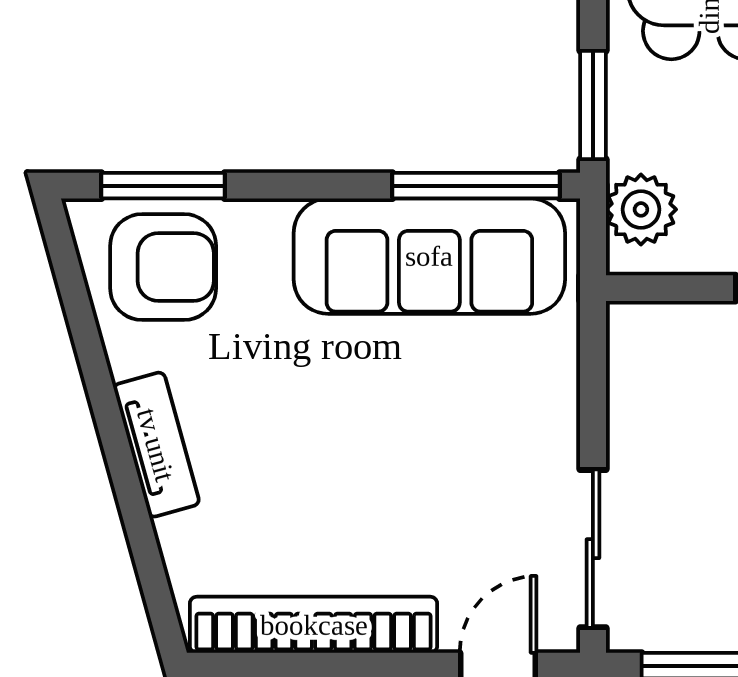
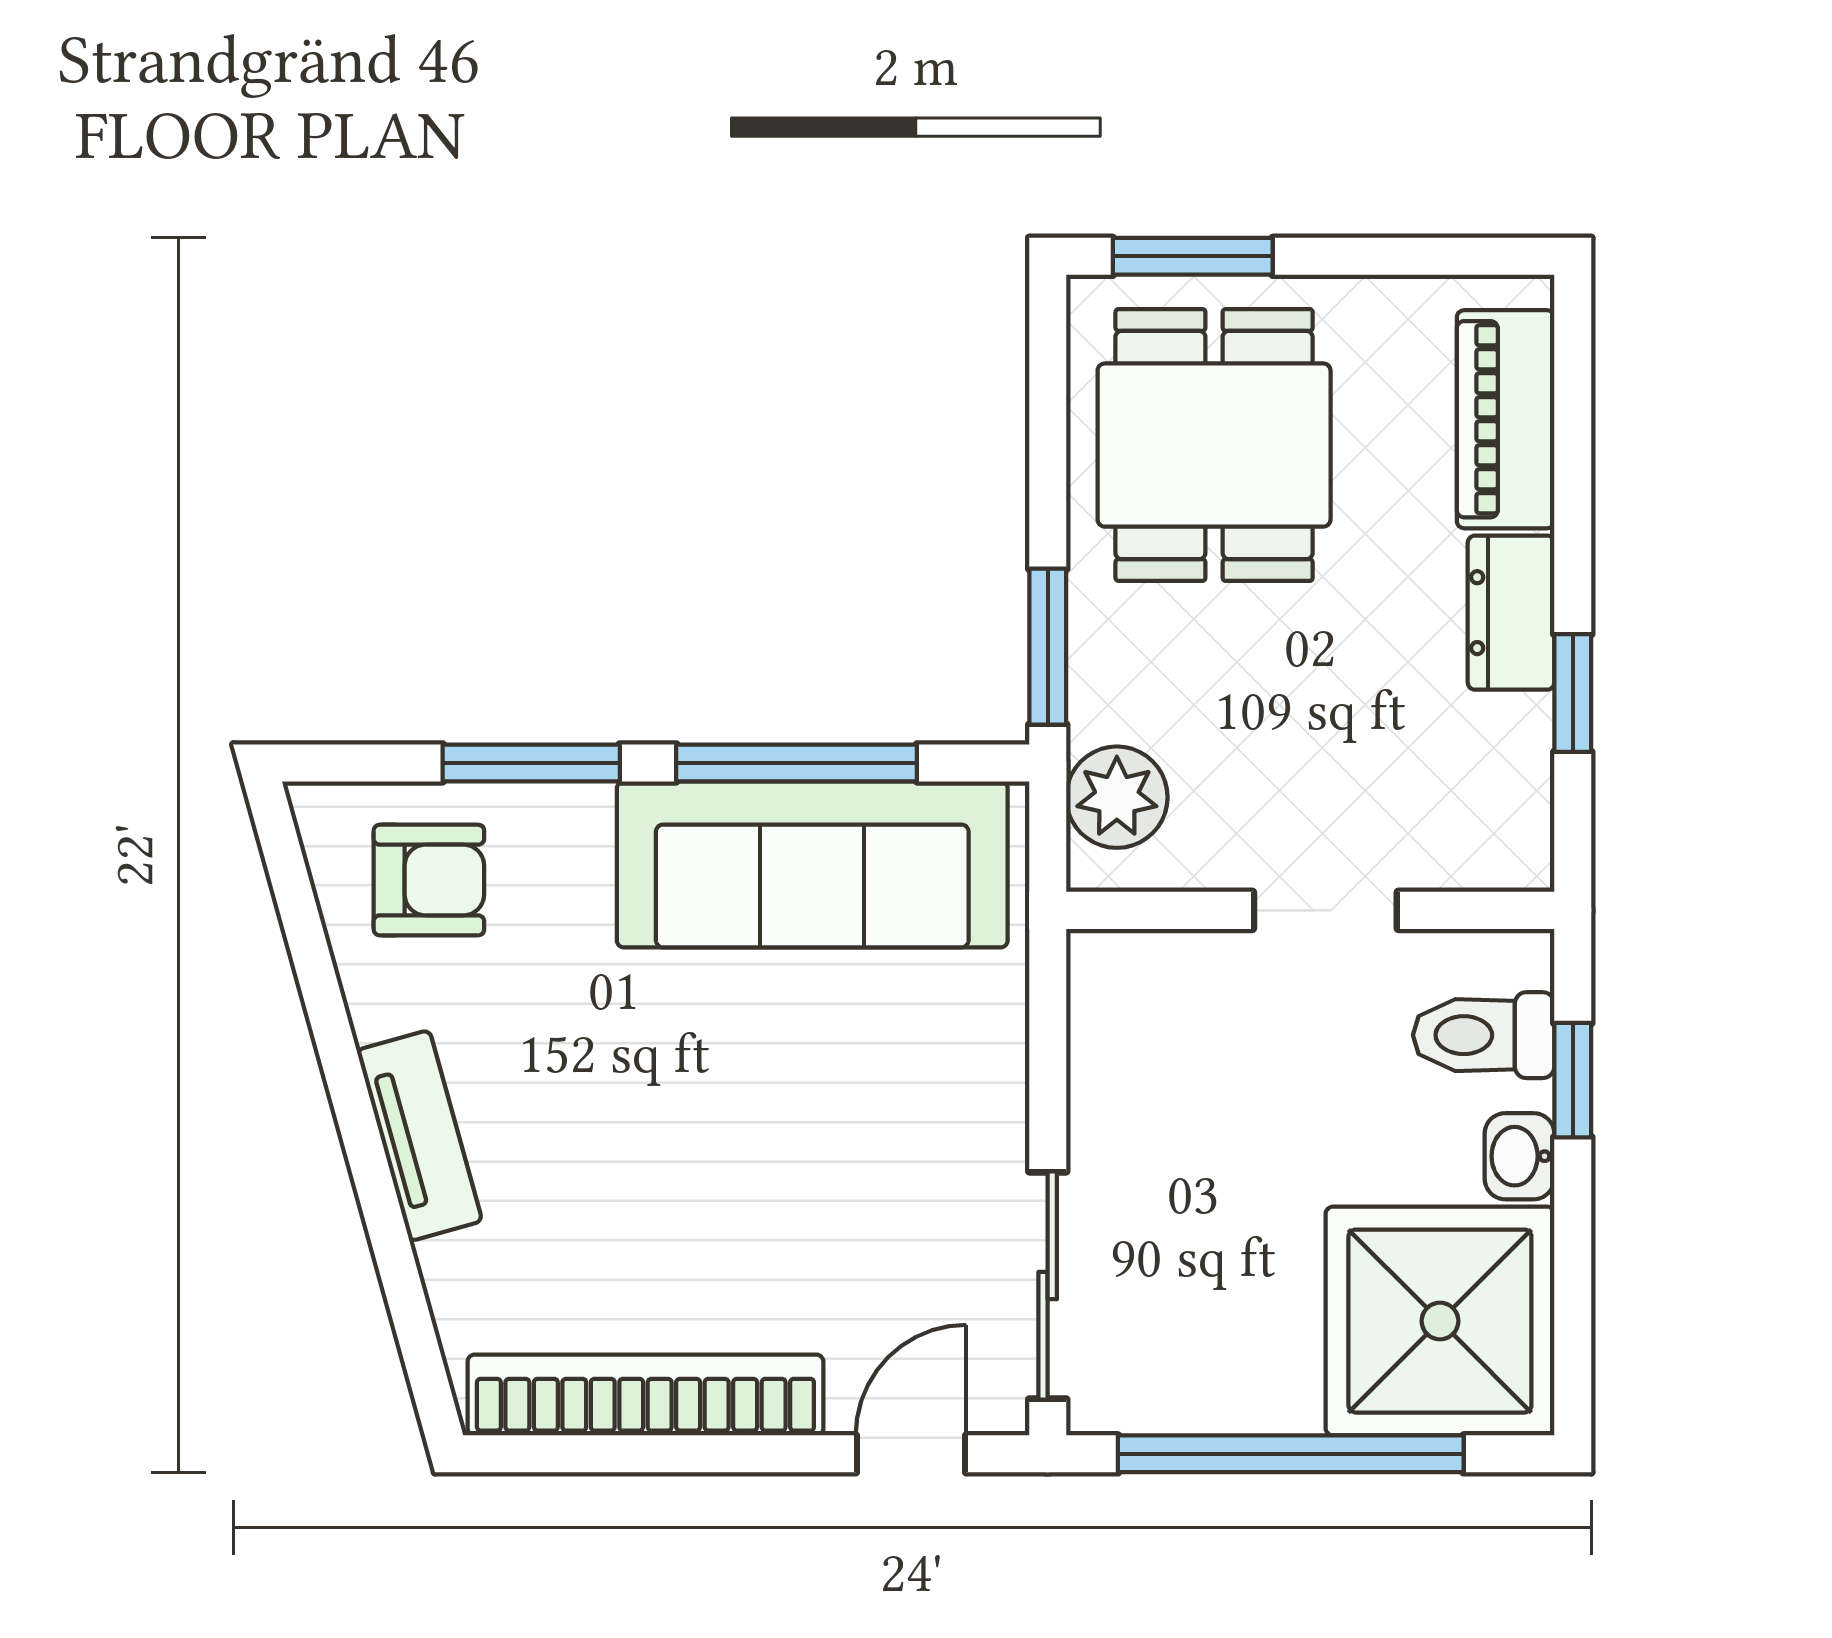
window: (163, 186) -> (531, 763), moved
window: (476, 186) -> (797, 763), moved
armchair: (163, 267) -> (429, 880), width x0.72, depth x0.72

